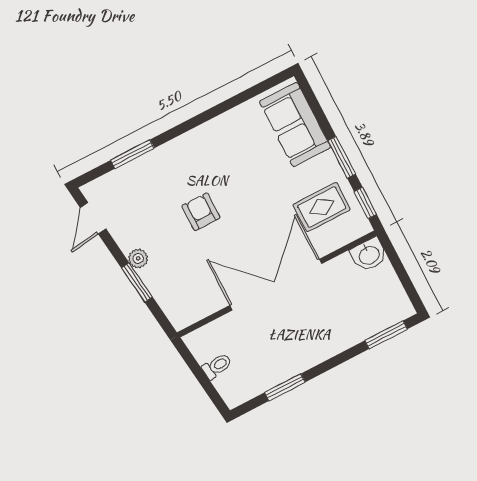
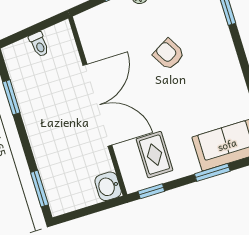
window: (342, 157) -> (212, 172), moved
armchair: (201, 212) -> (169, 54), turned -120

